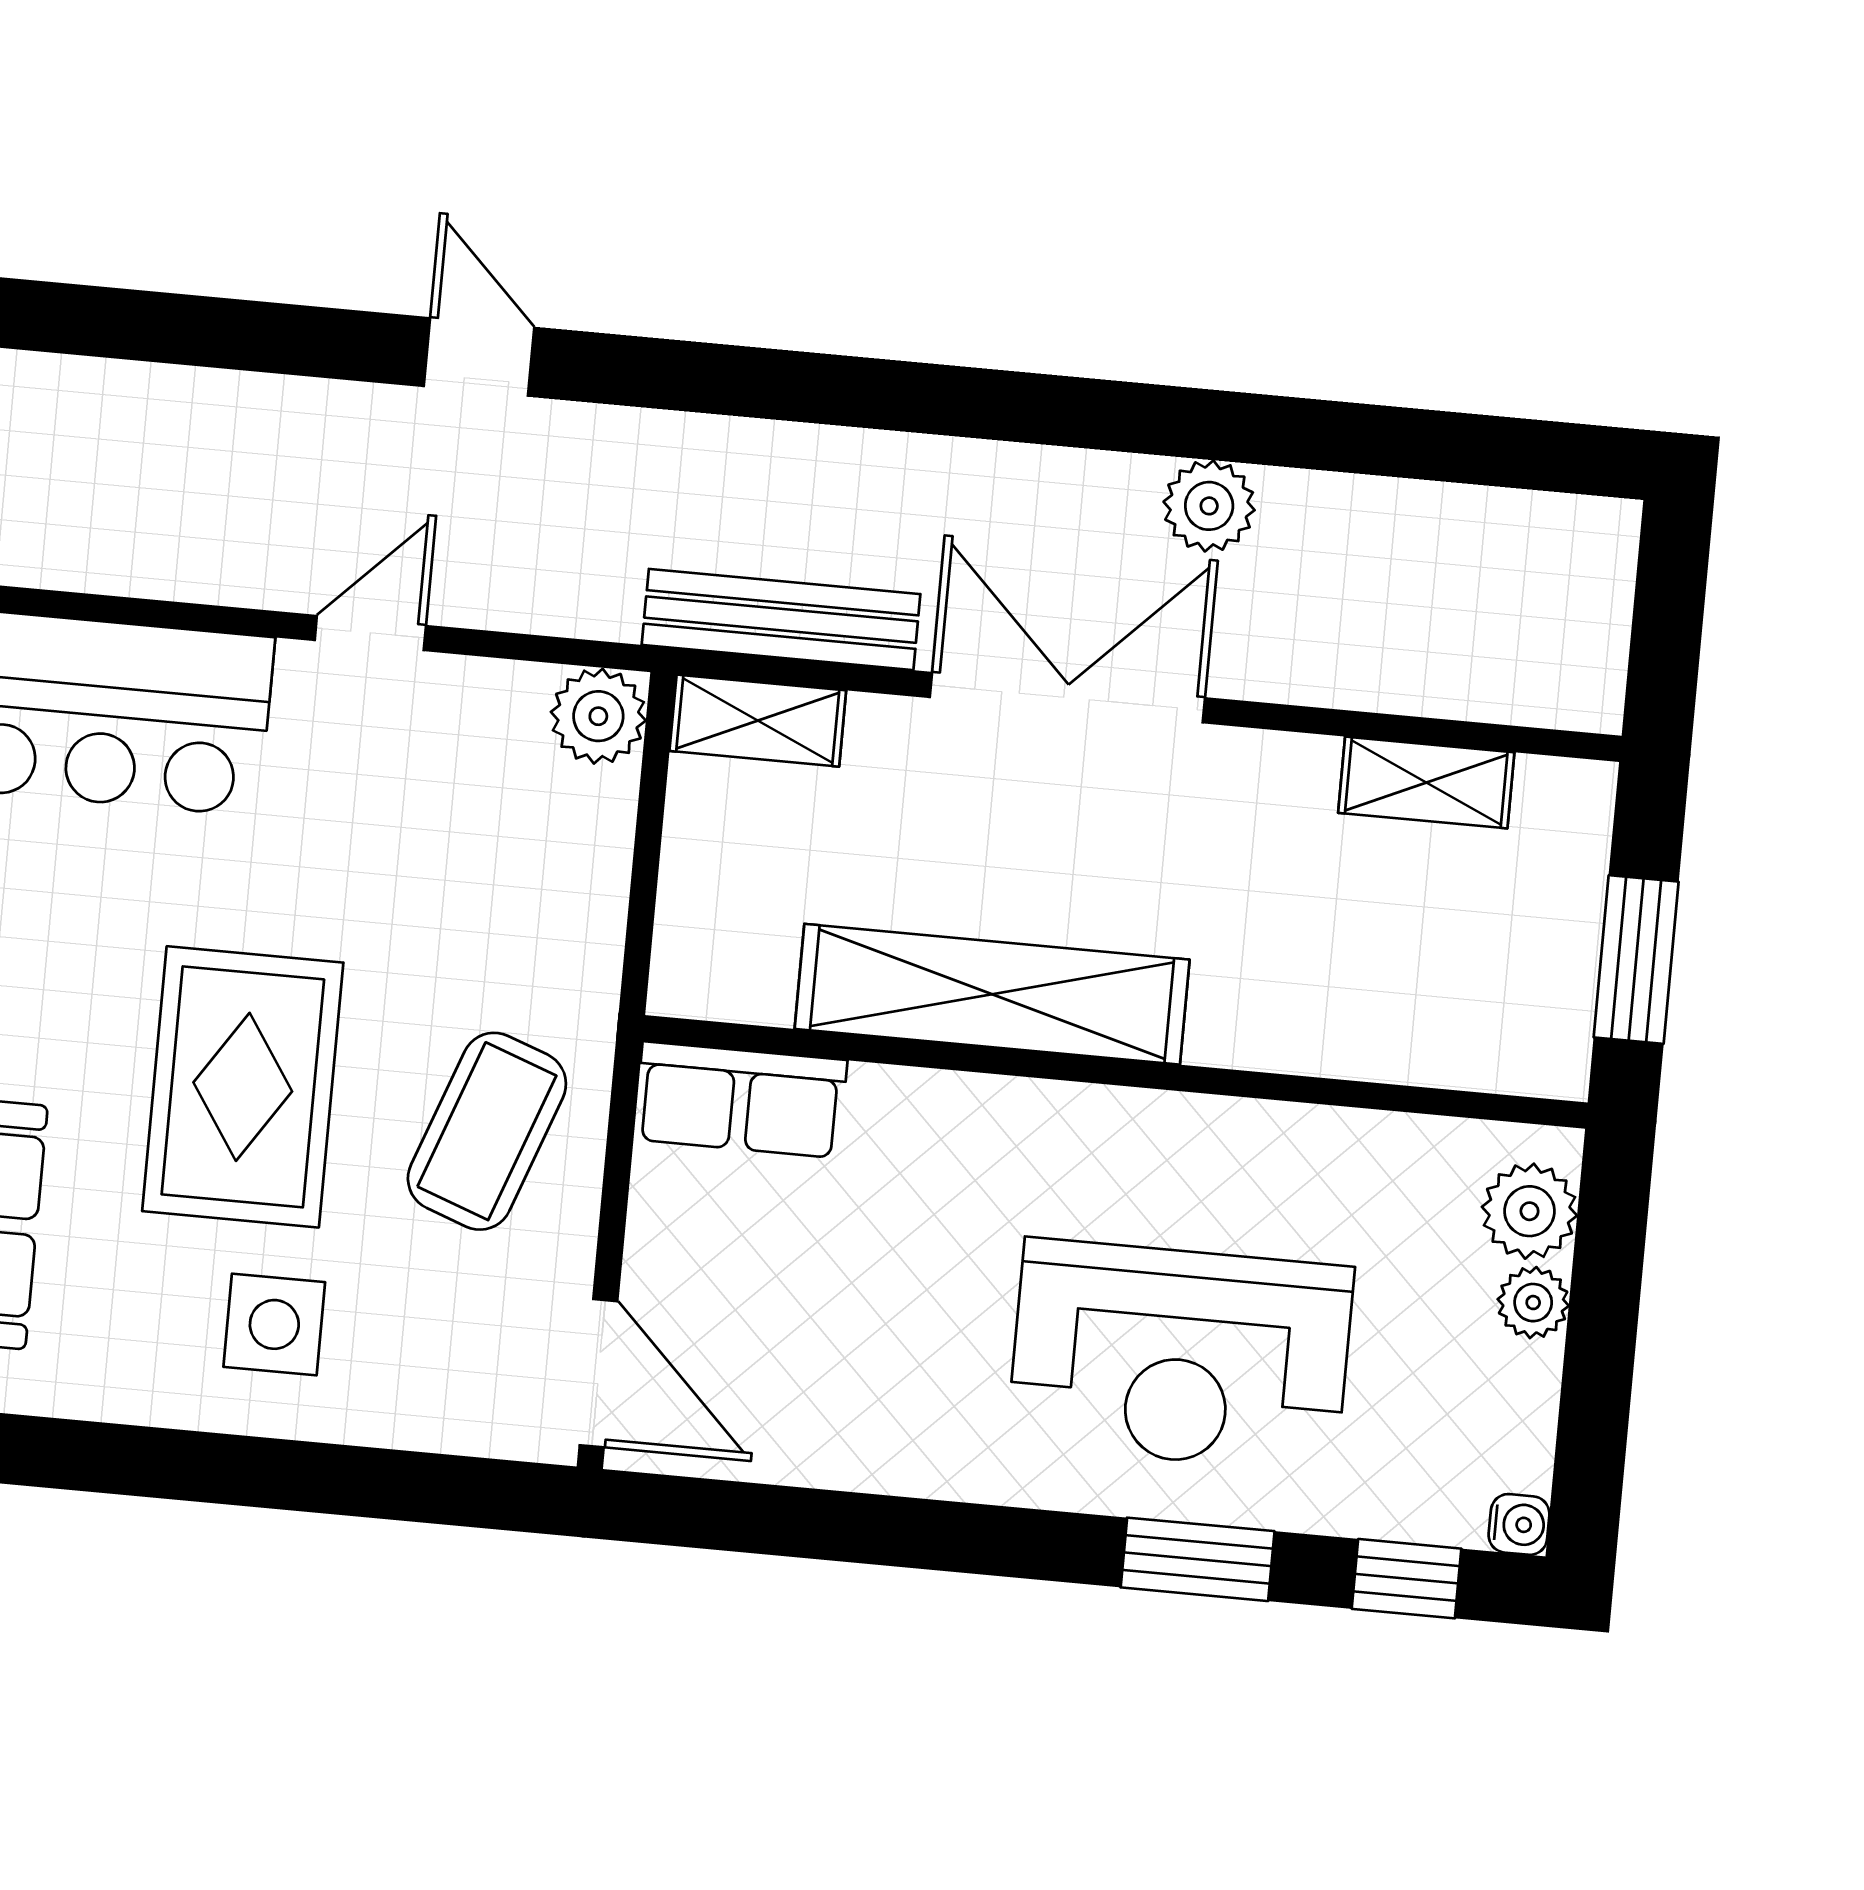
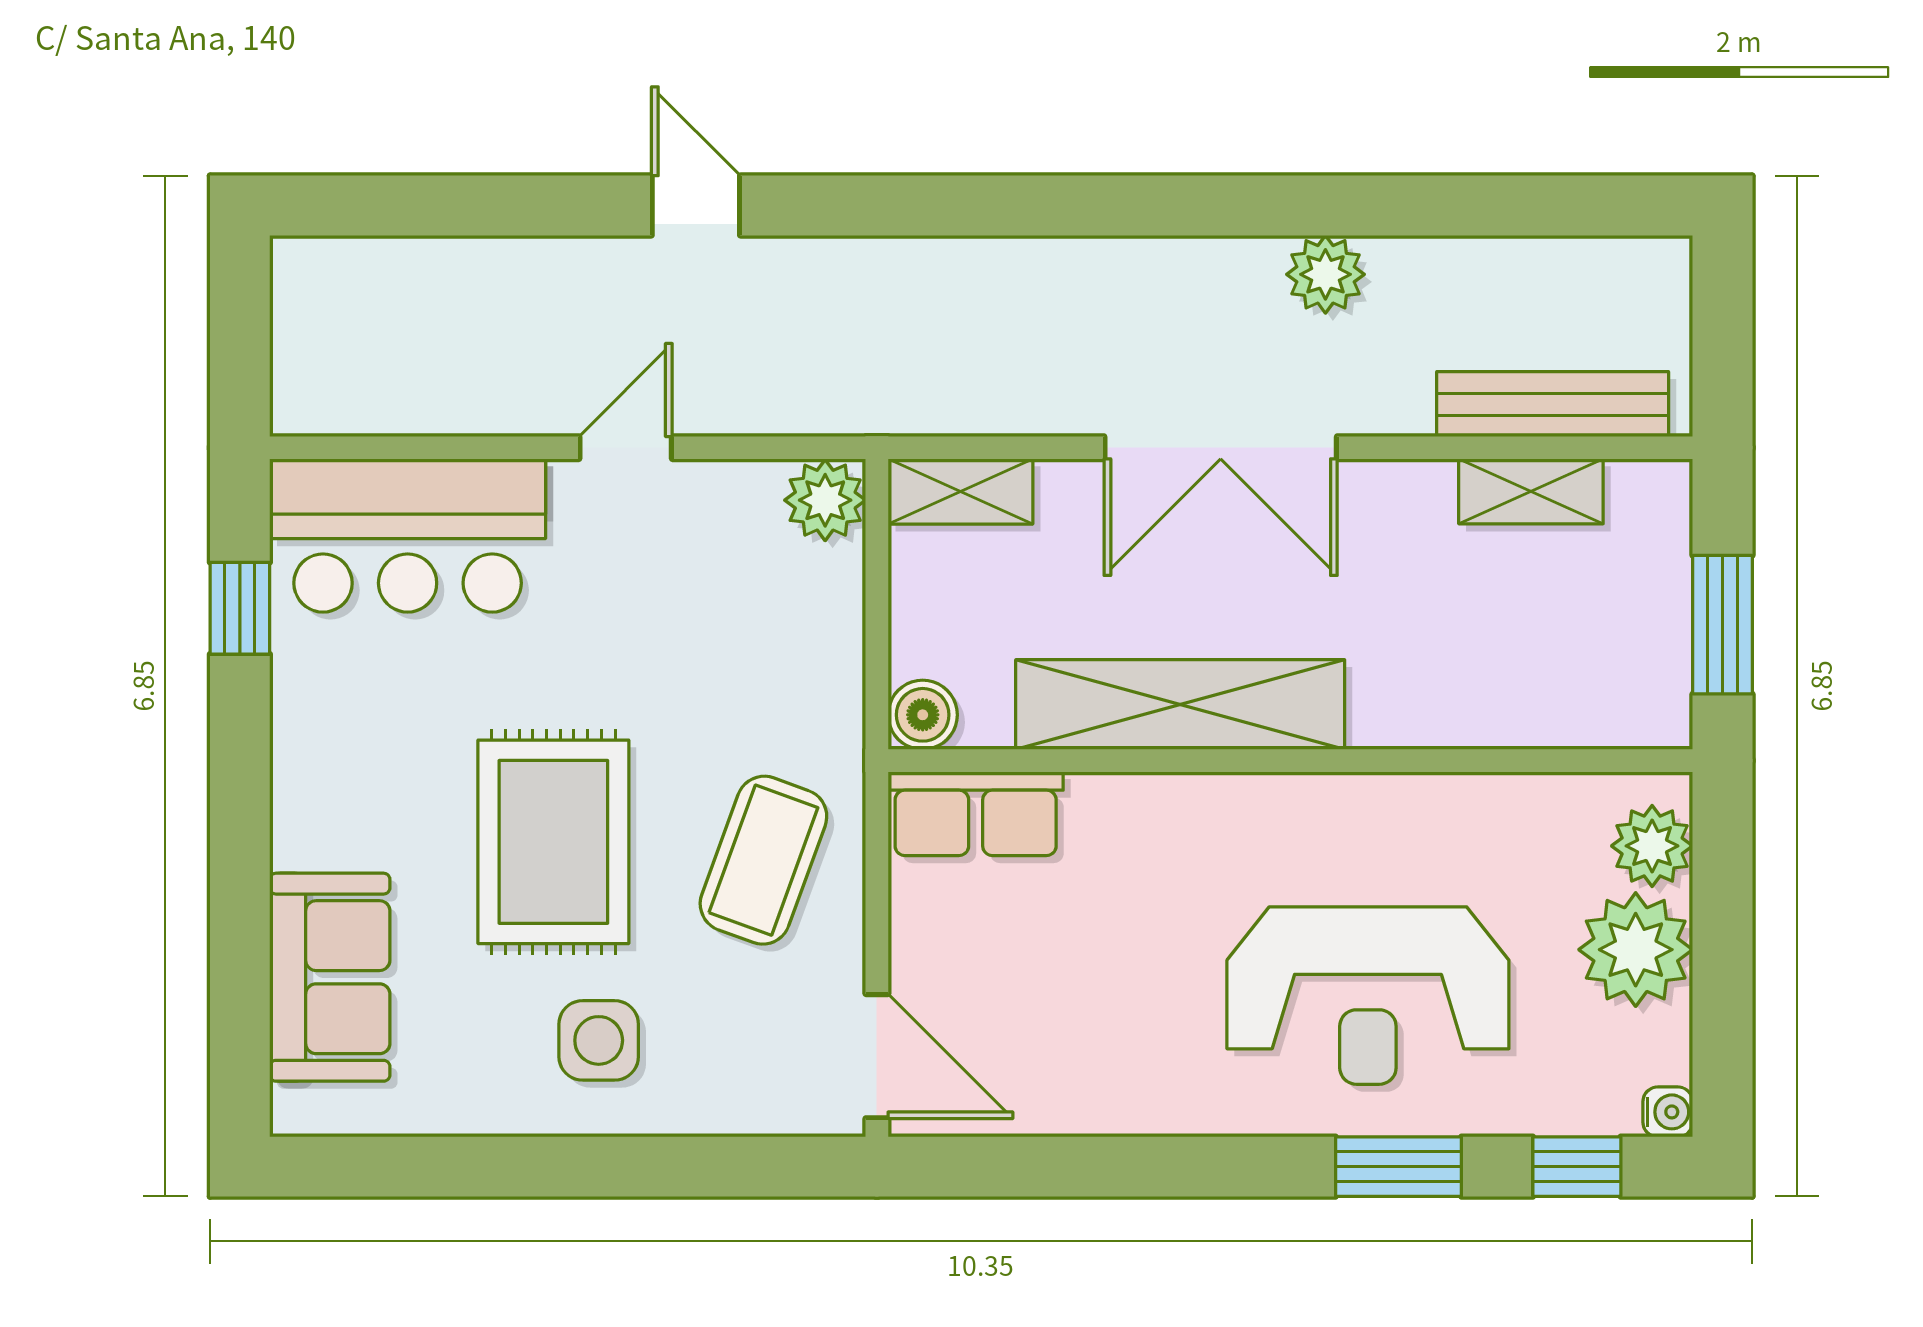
bench: (781, 620) -> (1553, 404), moved
double door: (1067, 698) -> (1221, 448), swing flipped
boiler: (689, 978) -> (923, 715), added
plant: (1533, 1303) -> (1636, 950), width x1.88, depth x1.88

